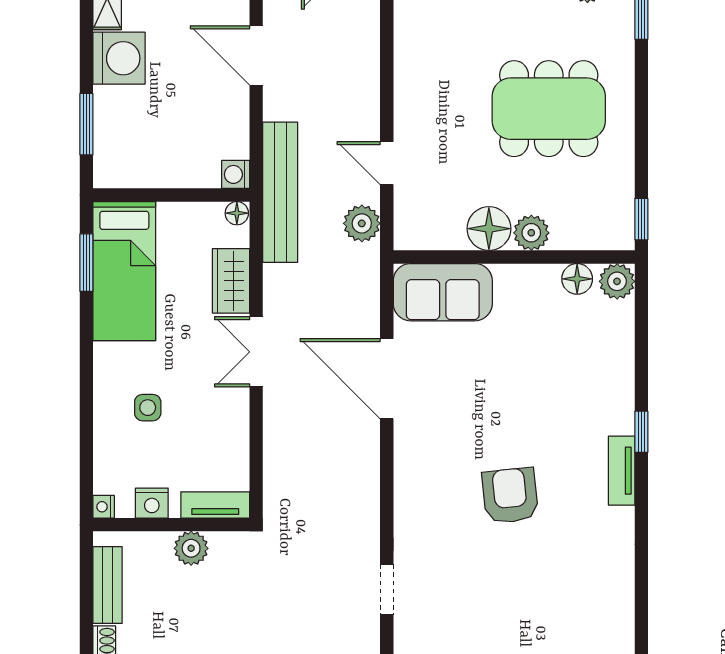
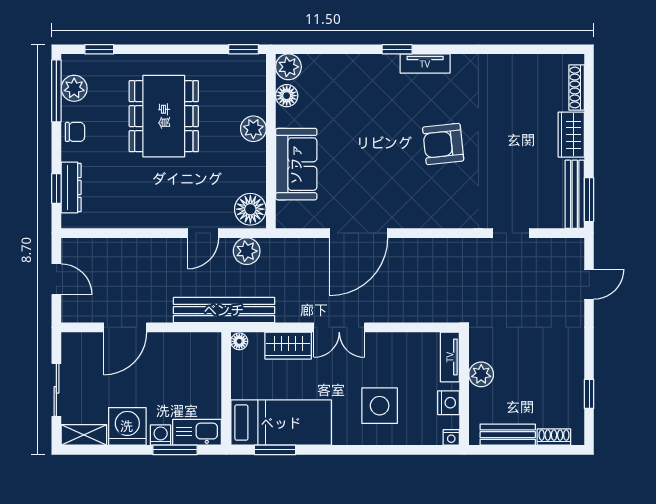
kitchen sink: (111, 155) -> (197, 432), added
washing machine: (236, 174) -> (161, 435), moved, turned 180
floor lamp: (489, 229) -> (250, 209), moved
sofa: (443, 292) -> (296, 164), moved
side table: (148, 408) -> (380, 406), width x1.87, depth x1.87

